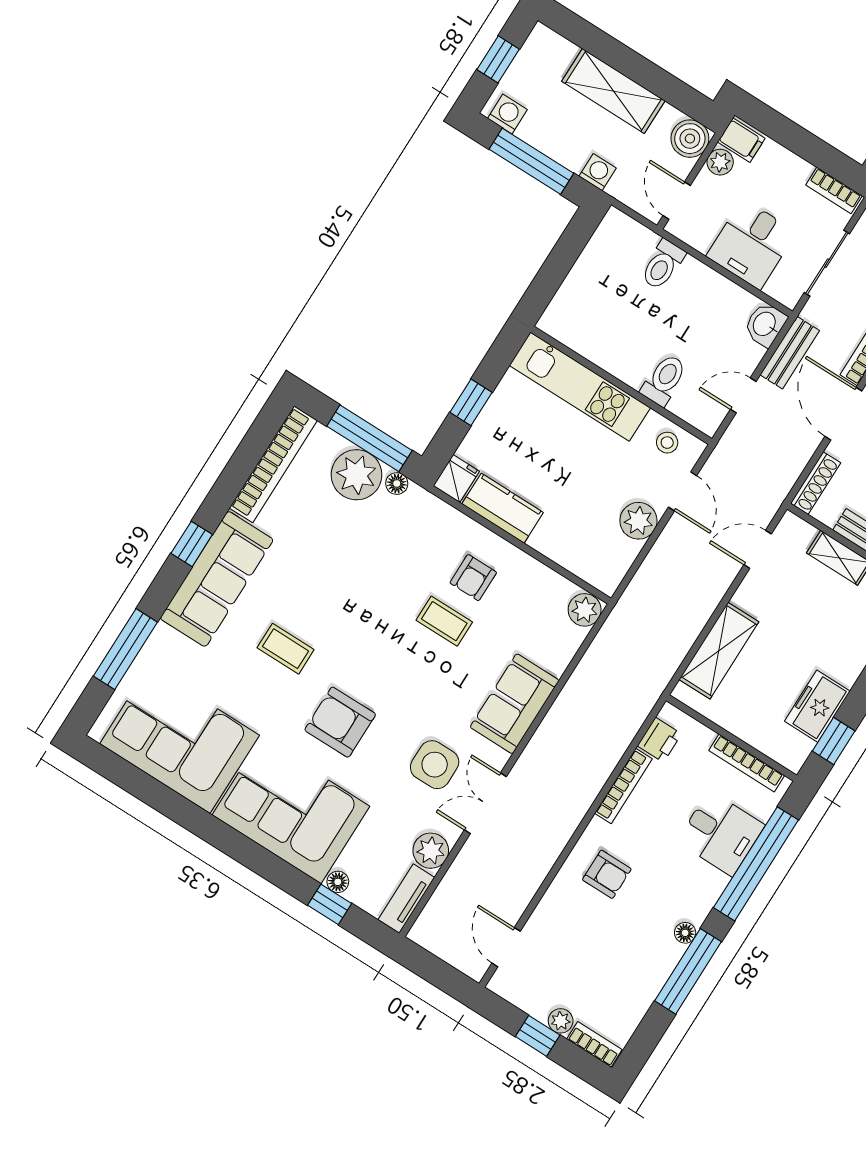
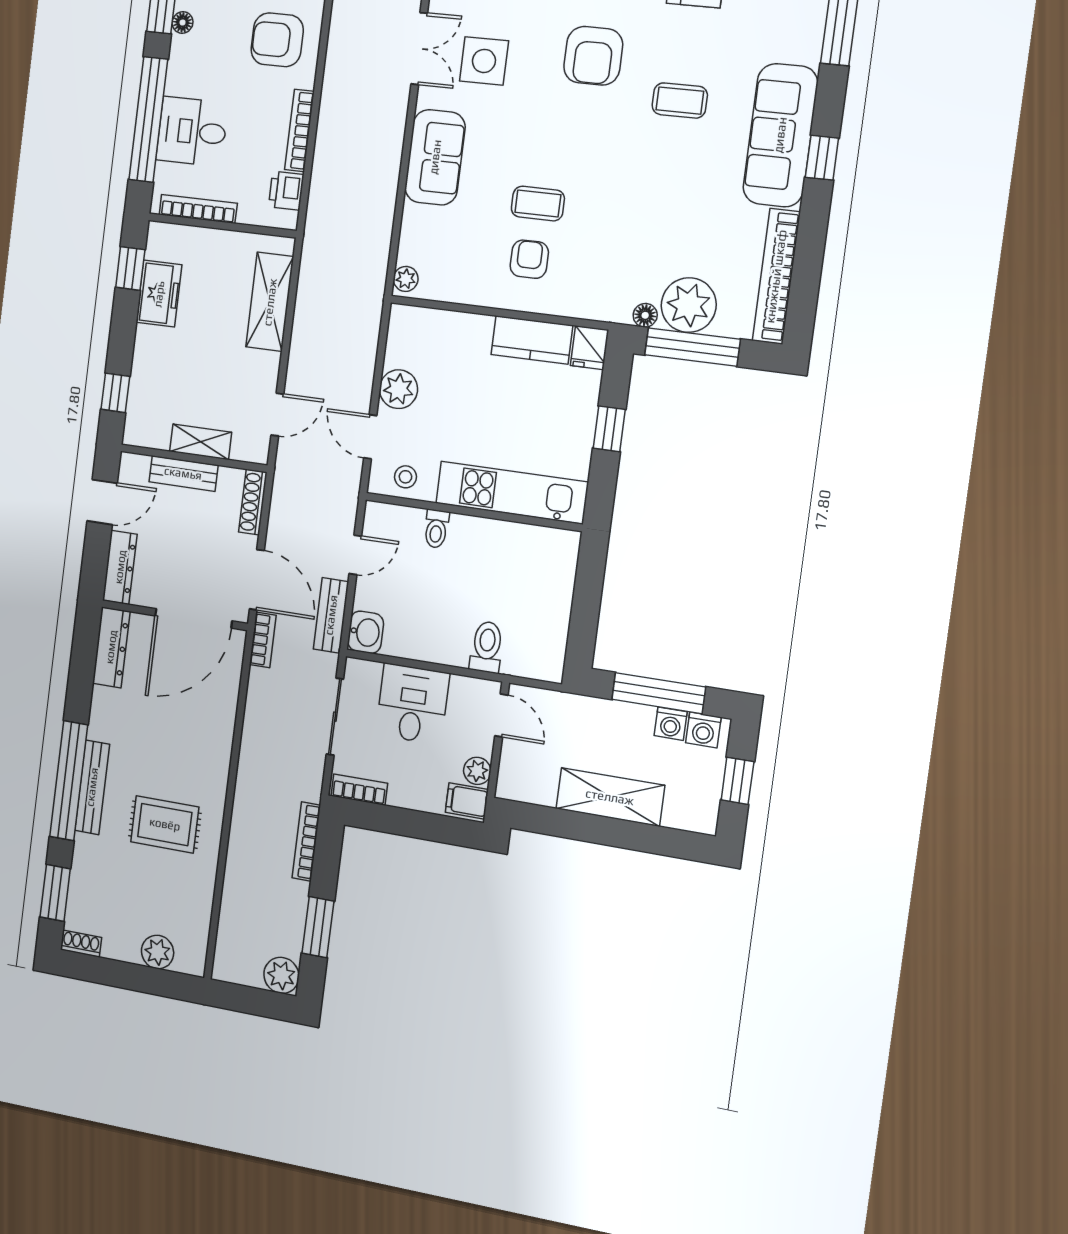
boiler: (690, 139) -> (516, 782), removed
washing machine: (598, 172) -> (671, 724), moved
toilet: (664, 380) -> (436, 529), width x0.73, depth x0.72
plant: (585, 610) -> (406, 279), width x0.73, depth x0.73
armchair: (340, 722) -> (593, 56), turned 90
armchair: (607, 874) -> (277, 40), width x1.38, depth x1.38

